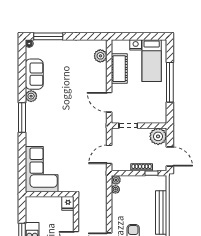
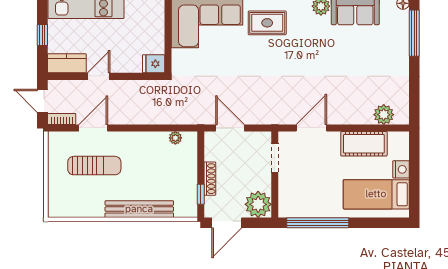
window: (170, 82) -> (318, 223), moved
rug: (42, 131) -> (267, 23), added
plant: (116, 180) -> (190, 139), removed

